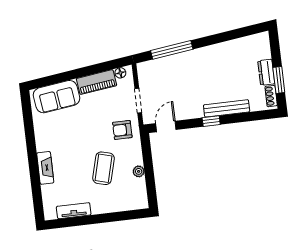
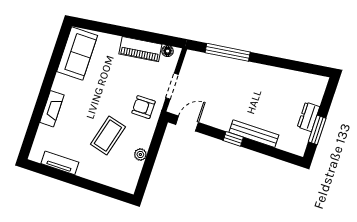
shoe rack: (271, 96) -> (302, 142), removed
sofa: (56, 97) -> (77, 53), moved, turned -83

